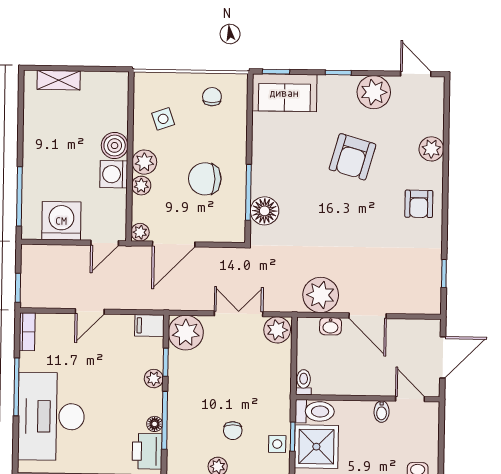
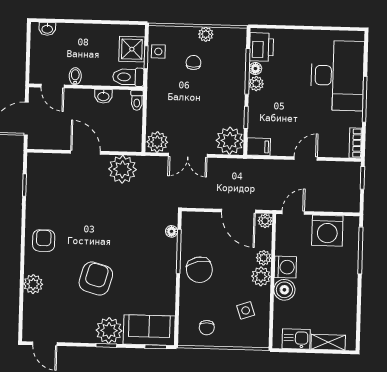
kitchen sink: (99, 84) -> (296, 339), added
plant: (374, 92) -> (109, 330), moved
chair: (205, 179) -> (199, 270), moved, turned 77
floor lamp: (265, 211) -> (172, 231), width x0.53, depth x0.53
door: (174, 244) -> (238, 211), swing flipped
washbasin: (330, 326) -> (103, 96), moved, turned 180
plant: (154, 379) -> (256, 84), moved
shower: (316, 447) -> (132, 49), width x0.73, depth x0.73

